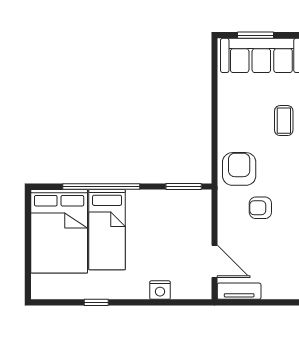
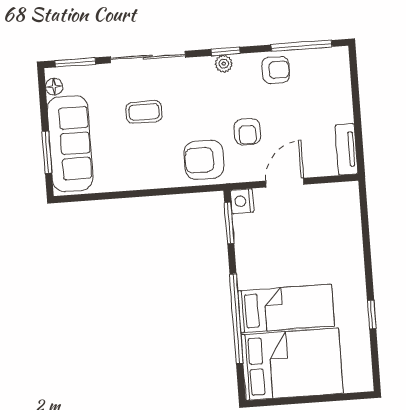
door: (215, 261) -> (285, 183), moved
nightstand: (160, 290) -> (242, 201), moved, turned 180

